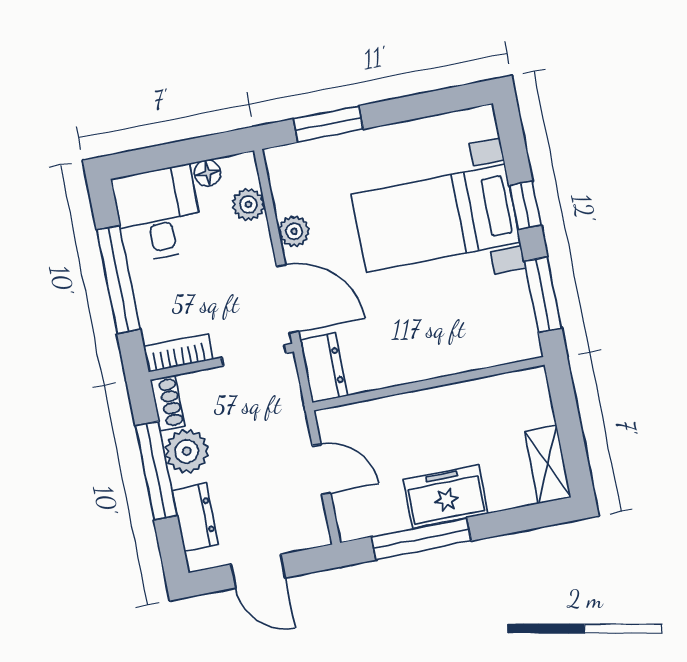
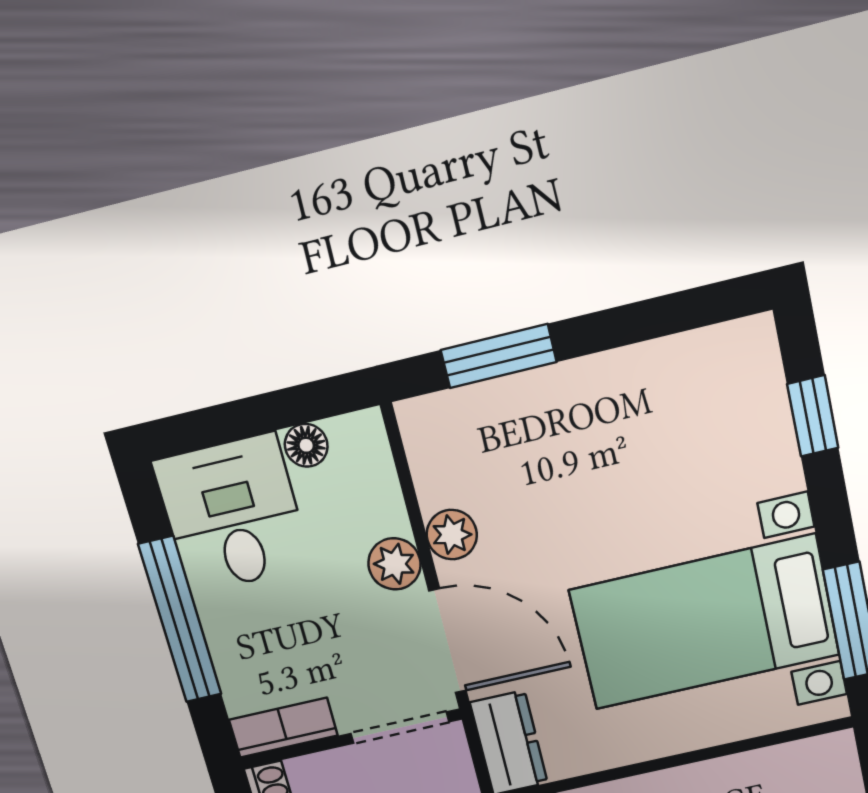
plant: (248, 204) -> (394, 564), moved
window: (525, 205) -> (813, 416), moved
bed with nightstands: (436, 218) -> (704, 622), moved

